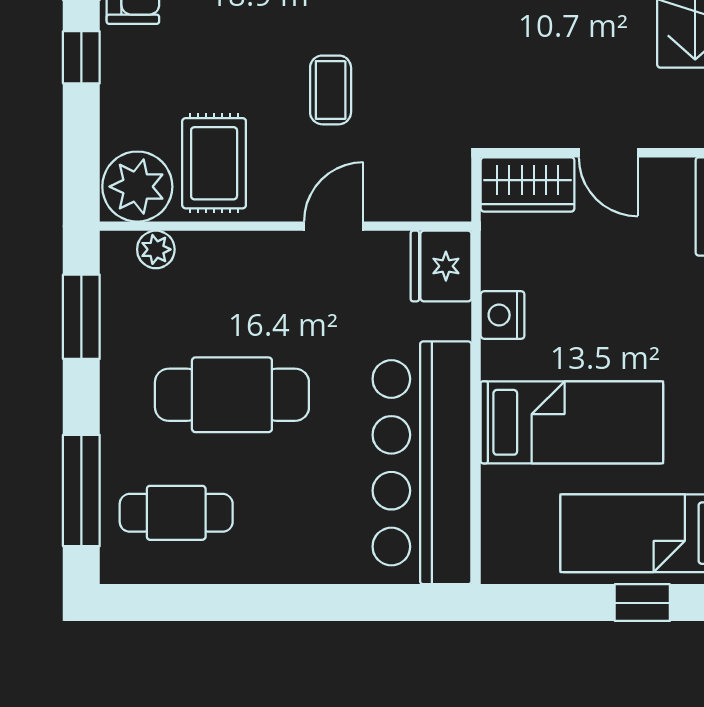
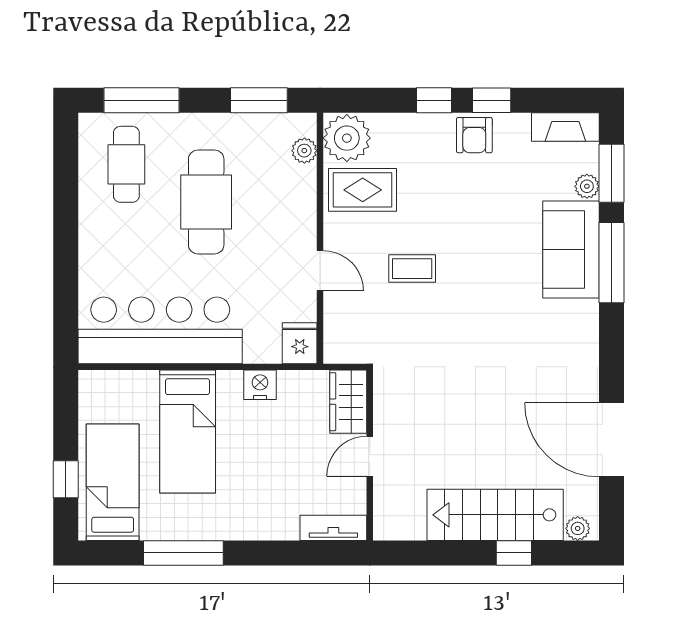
fridge: (441, 266) -> (300, 343), width x0.72

